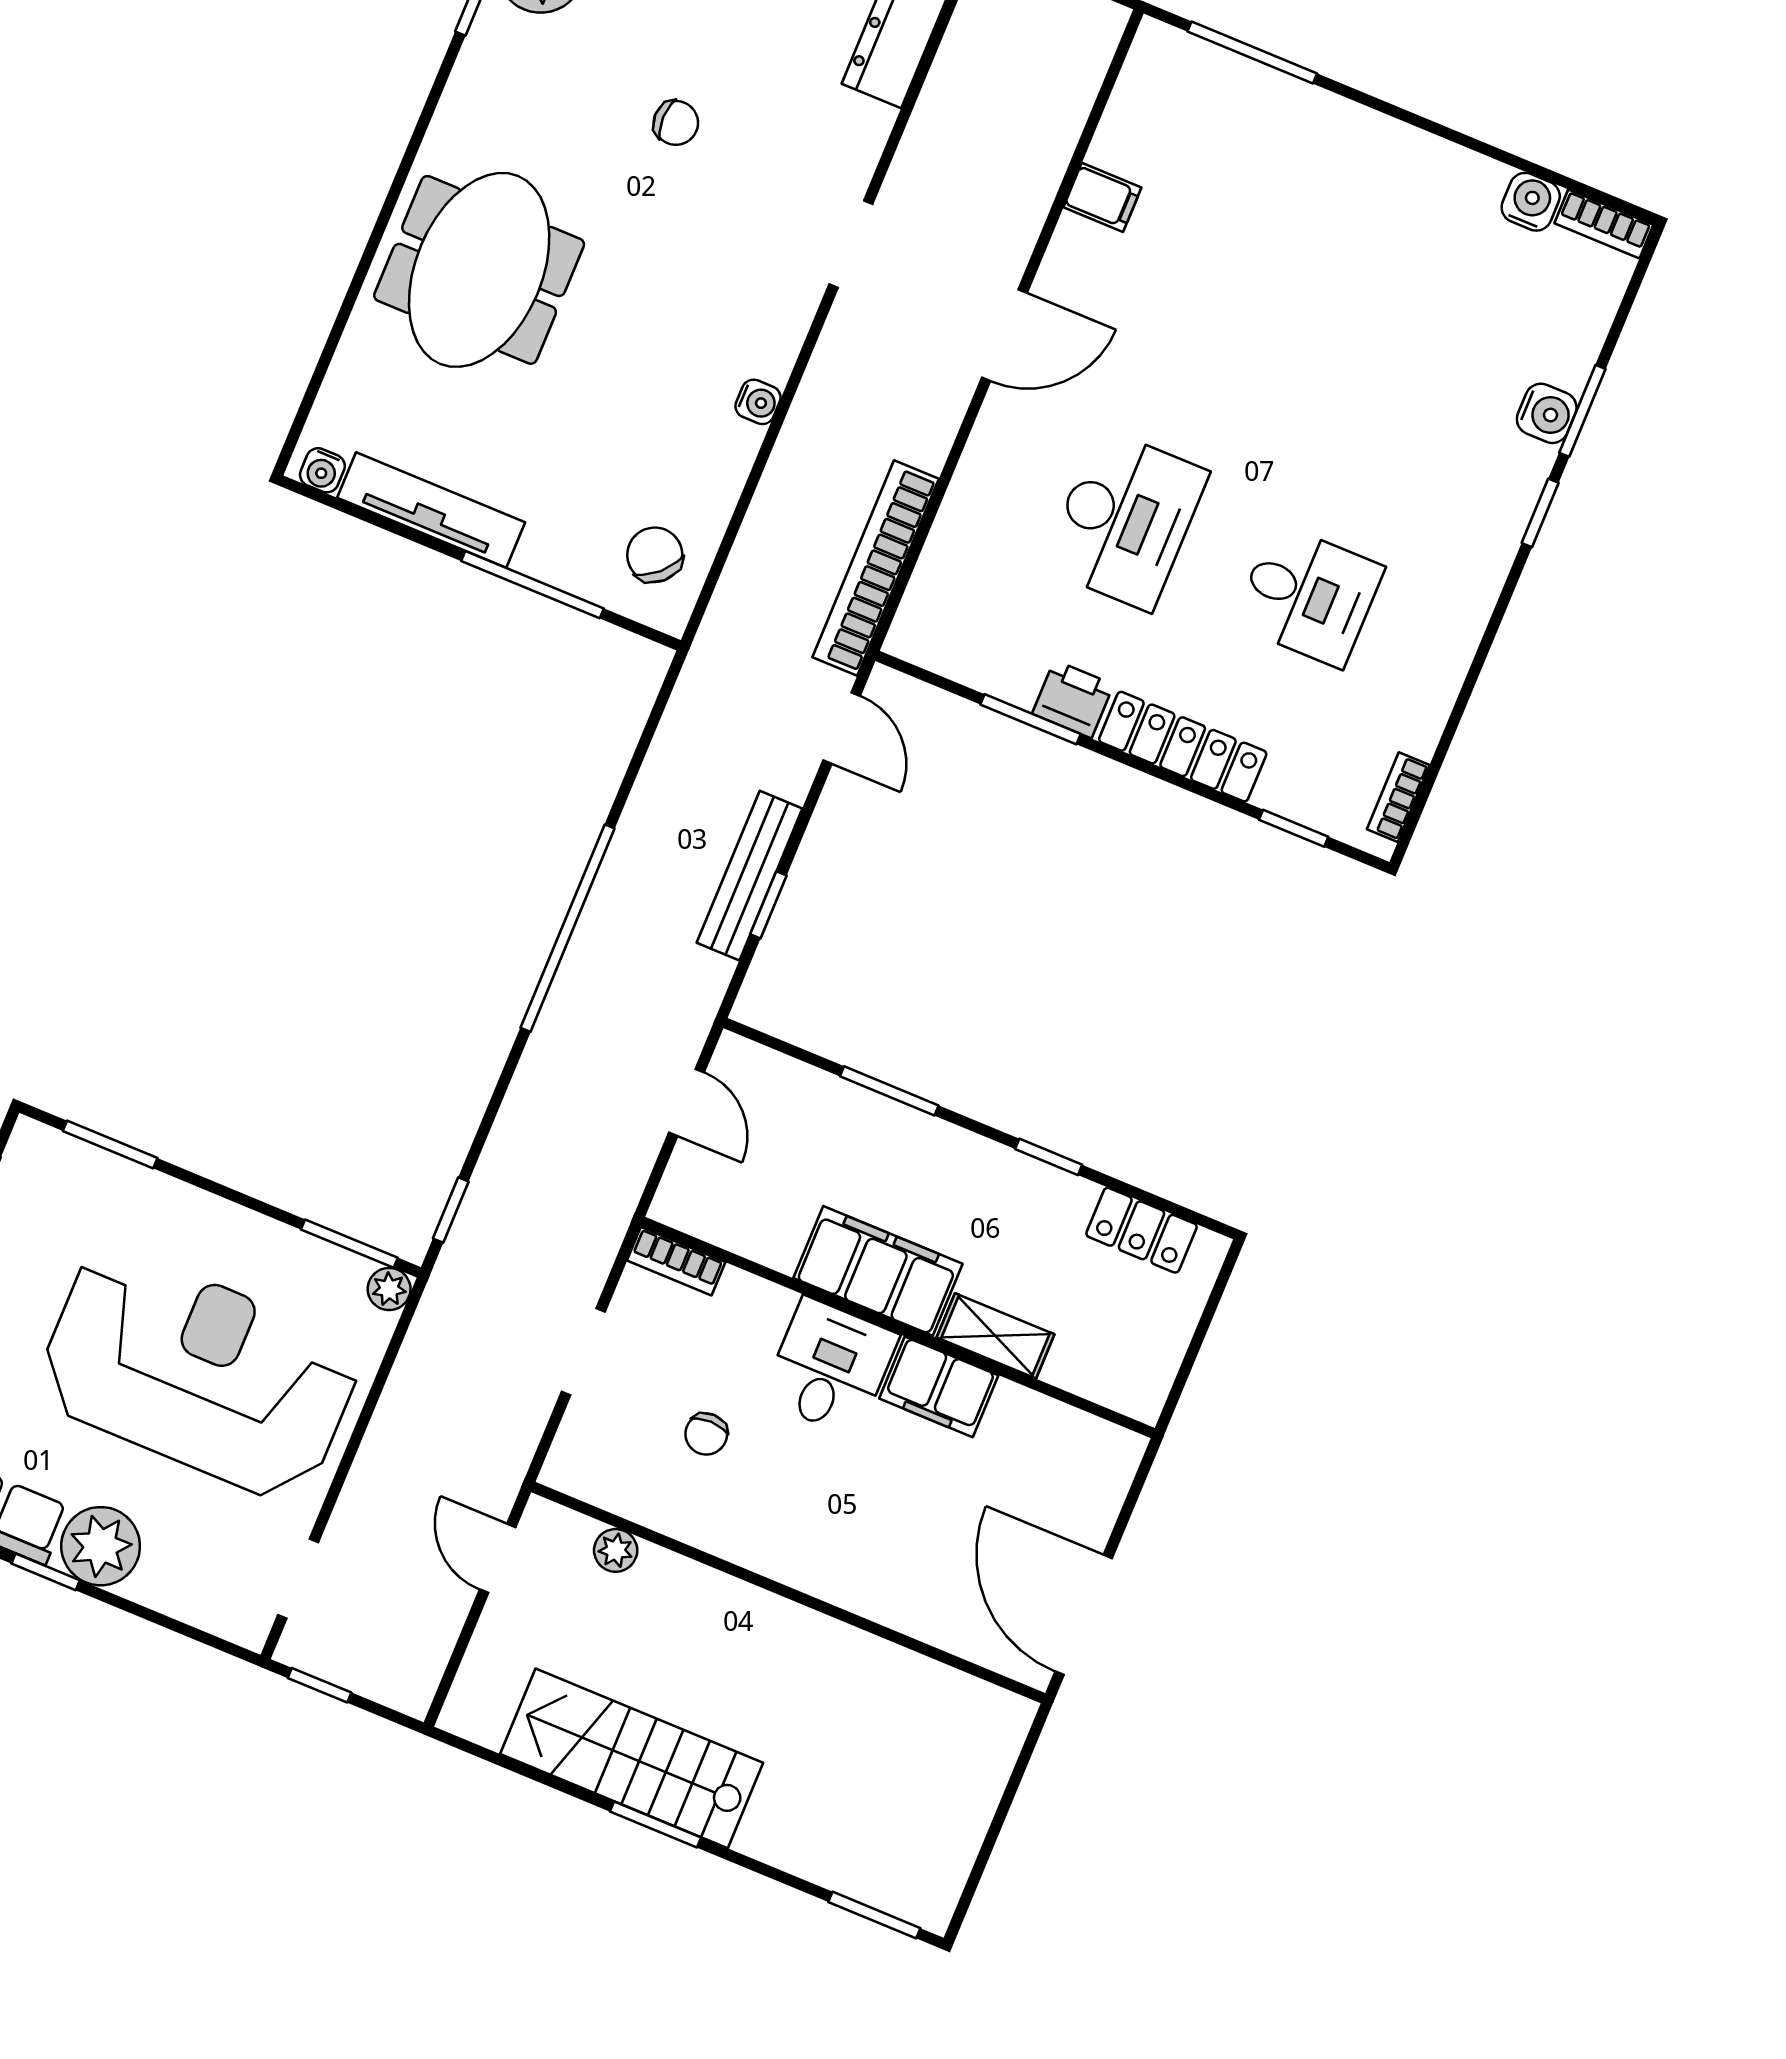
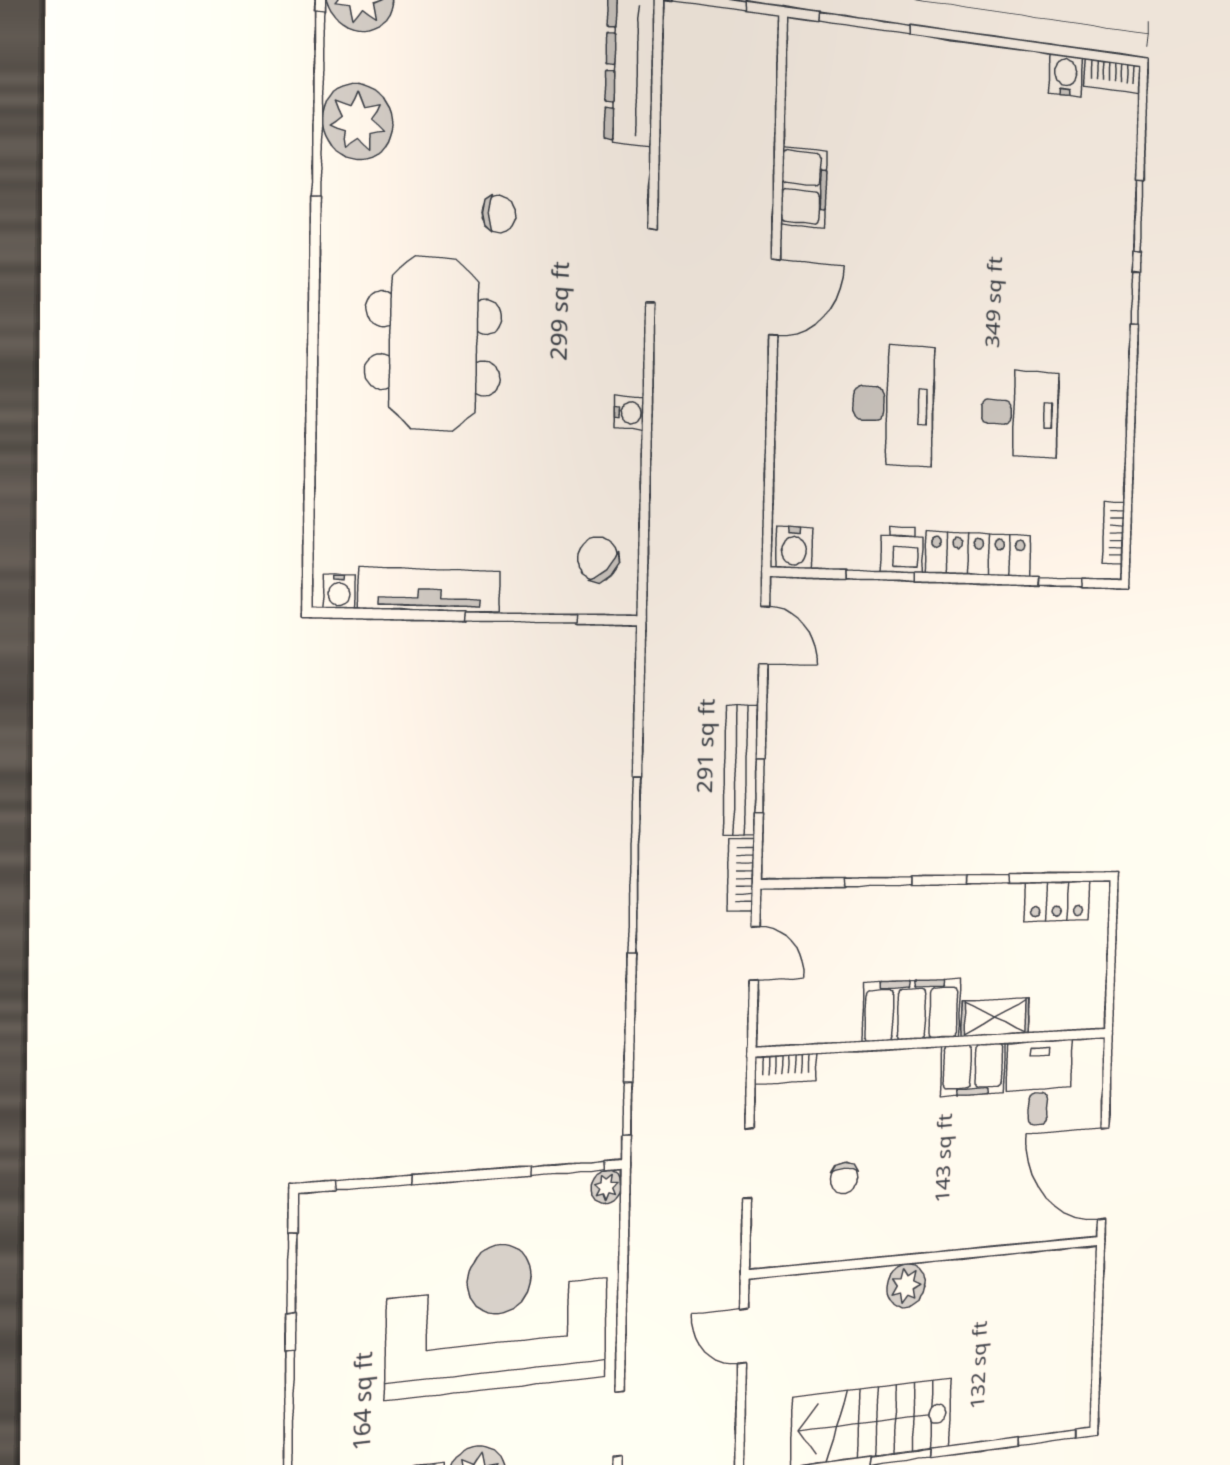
filing cabinet: (1102, 197) -> (804, 188), width x2.00
meeting table: (479, 270) -> (434, 344), moved
water cooler: (1547, 413) -> (794, 547), moved, turned 90
bookcase: (876, 568) -> (741, 875), moved, width x0.43, depth x0.76
desk: (830, 1367) -> (1039, 1083), moved
plant: (616, 1550) -> (906, 1286), moved, width x1.38, depth x1.38

